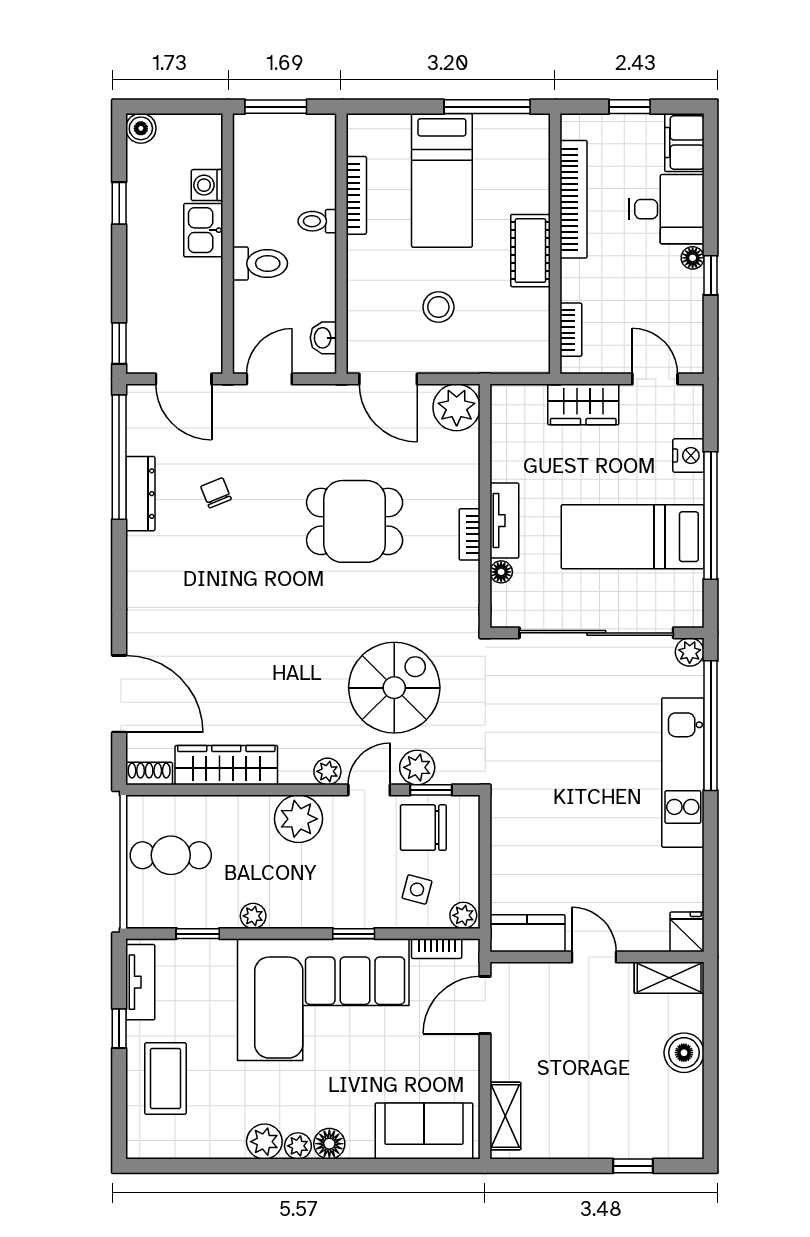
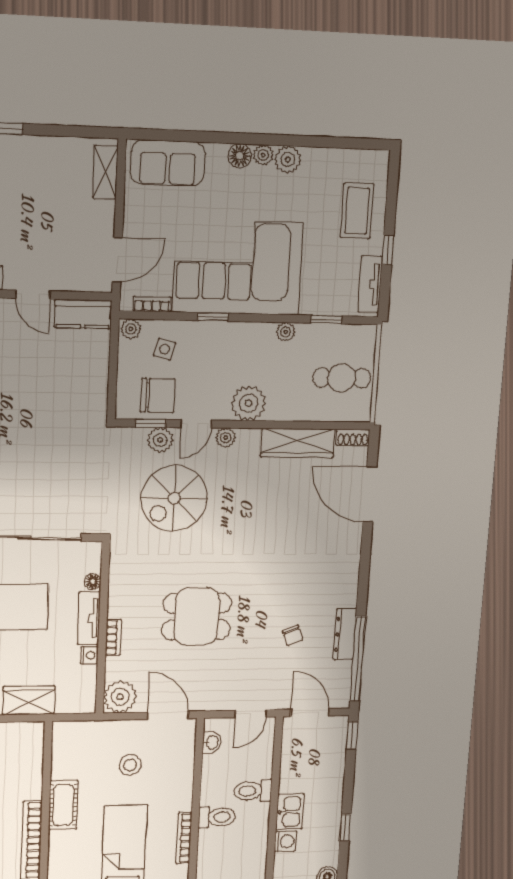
toilet: (317, 221) -> (217, 817), width x1.37, depth x1.39
bookcase: (571, 330) -> (36, 752), removed
nightstand: (502, 468) -> (89, 655), added
bookcase: (470, 534) -> (113, 637), moved

